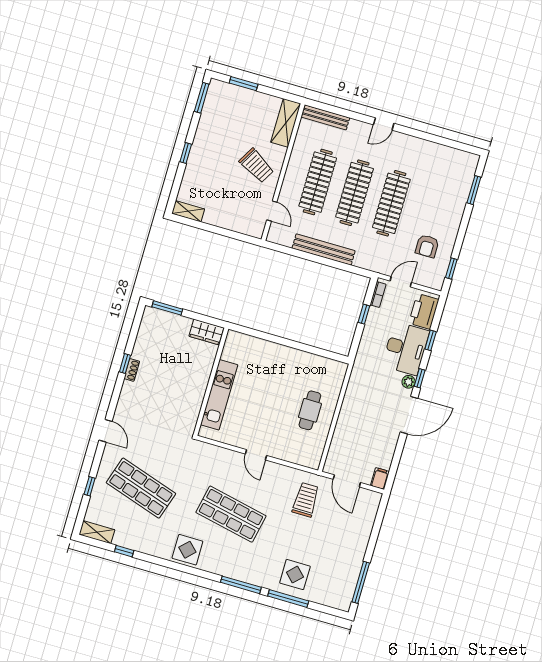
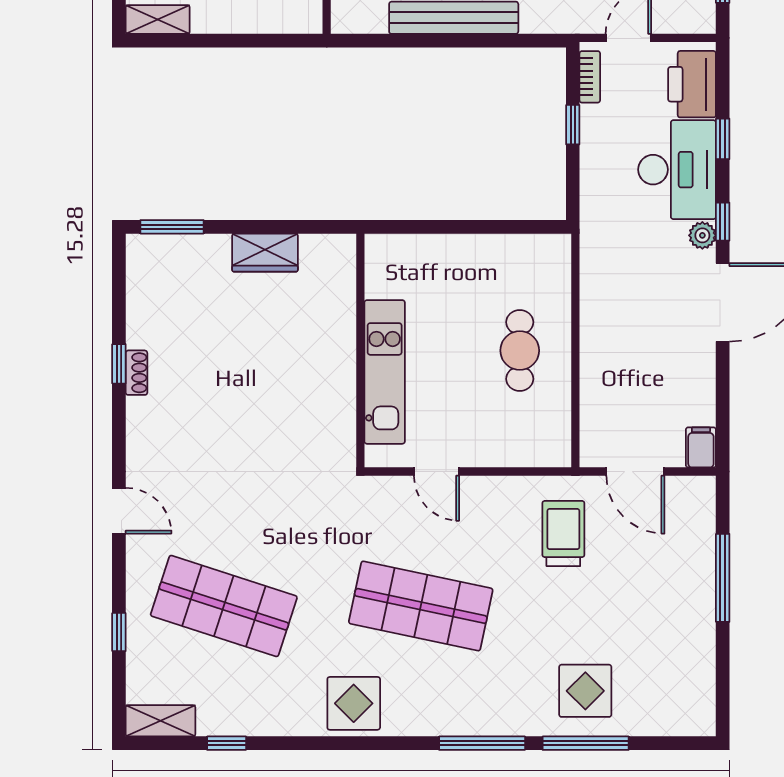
wall: (211, 382) -> (360, 351), moved
kitchen unit: (219, 395) -> (385, 372), moved
window: (361, 582) -> (723, 578), moved

